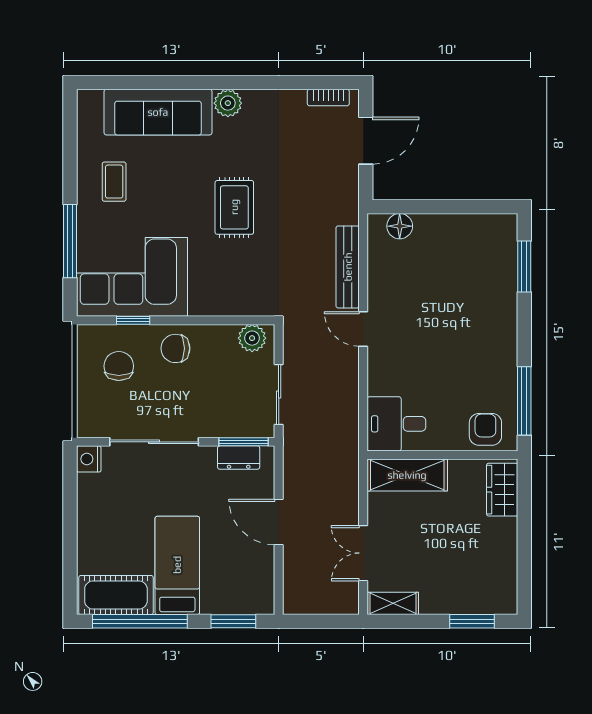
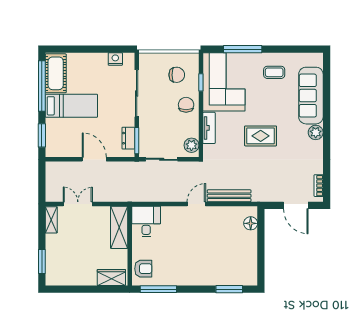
tv unit: (219, 305) -> (209, 128), added
nightstand: (89, 459) -> (115, 59), moved
door: (279, 522) -> (94, 159), hinge flipped

